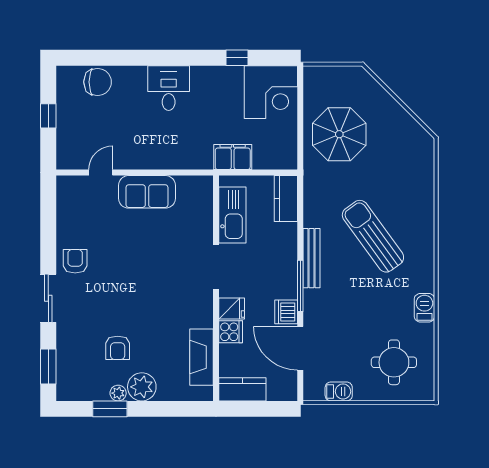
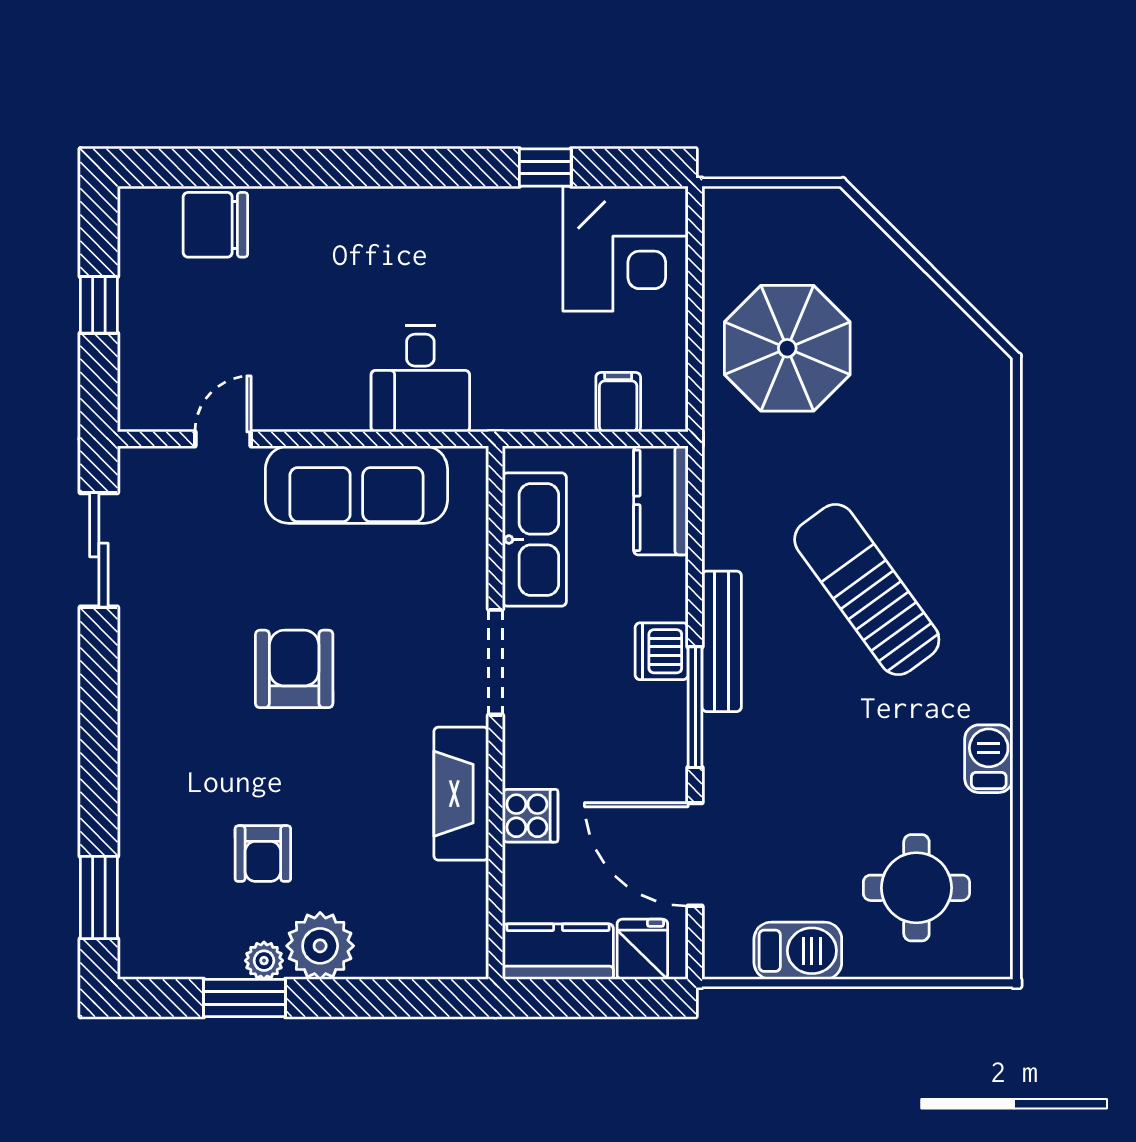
chair: (98, 82) -> (215, 225), turned 180
desk: (169, 88) -> (420, 379), moved, turned 180
filing cabinet: (233, 157) -> (618, 402), moved, width x0.50
sofa: (147, 192) -> (356, 485), width x1.36
armchair: (75, 261) -> (294, 669), moved, width x1.38, depth x1.38
sliding door: (48, 298) -> (99, 550), moved
fridge: (232, 308) -> (642, 949), moved, turned -90
dishwasher: (286, 312) -> (662, 651), moved
fireplace: (201, 357) -> (461, 794), moved
barbecue: (339, 391) -> (798, 951), width x1.38, depth x1.27

